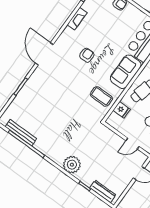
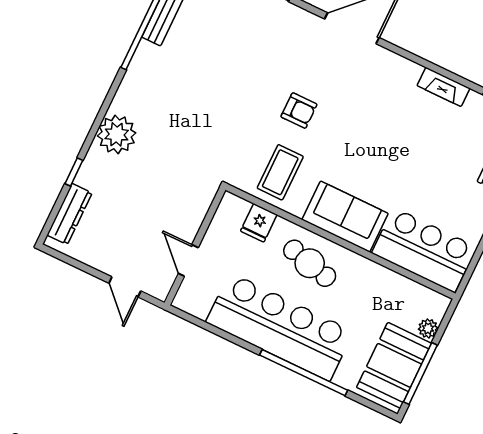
armchair: (87, 55) -> (299, 111), moved

